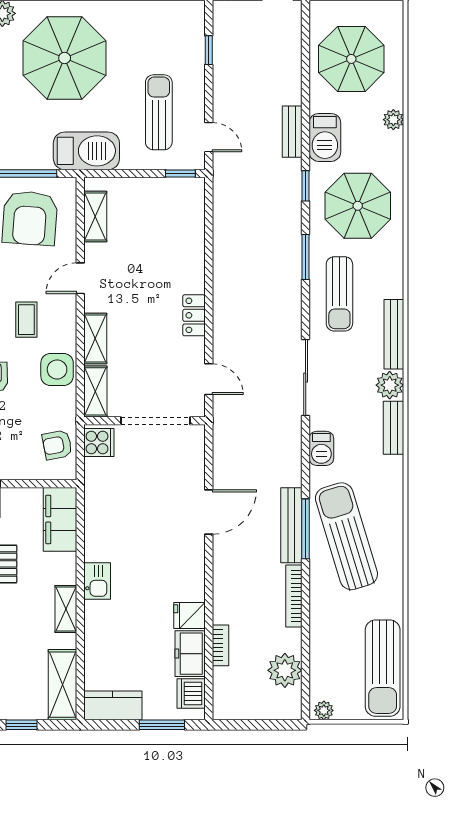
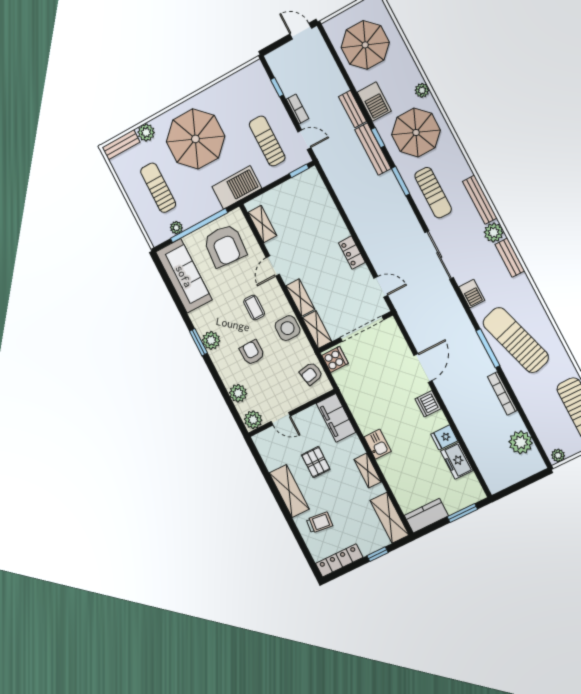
plant: (393, 120) -> (422, 90), moved
bench: (291, 525) -> (373, 149), moved
bookcase: (221, 645) -> (297, 109), moved
dishwasher: (191, 693) -> (428, 404), moved

